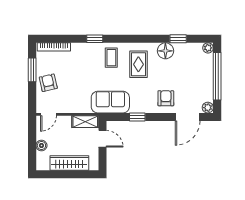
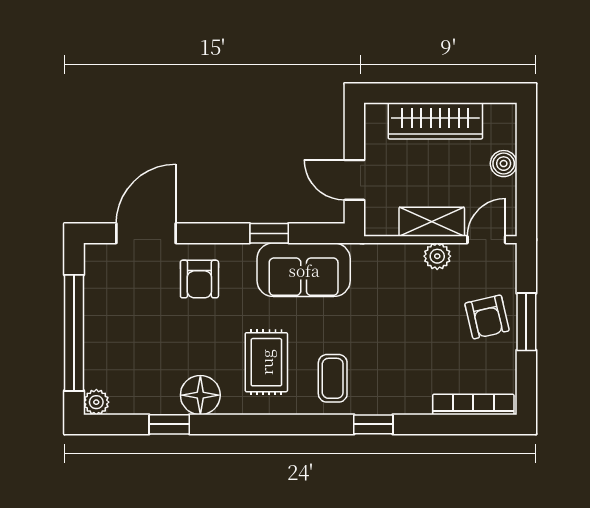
window: (32, 70) -> (526, 322), moved
sofa: (110, 102) -> (304, 270), moved
plant: (208, 108) -> (437, 256), moved
shelving: (85, 122) -> (432, 222), moved

